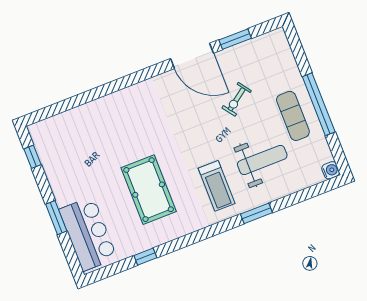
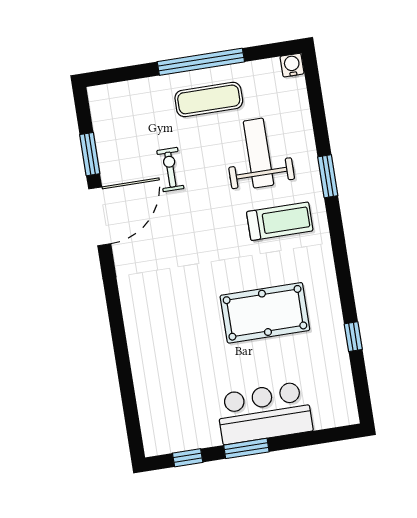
exercise bike: (237, 99) -> (170, 170), turned -144
window: (56, 218) -> (246, 448), moved
bar counter: (88, 234) -> (264, 413), moved

